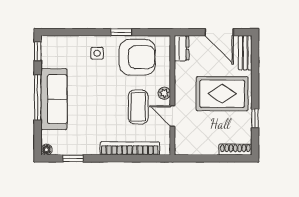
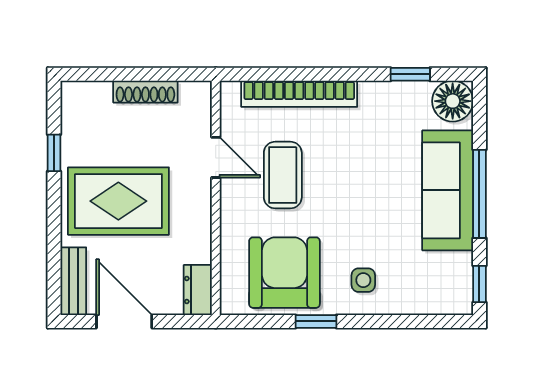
armchair: (137, 57) -> (284, 273), turned 90
plant: (164, 93) -> (232, 202), removed
floor lamp: (46, 150) -> (453, 101), width x1.89, depth x1.89
shoe rack: (235, 150) -> (145, 92), moved

